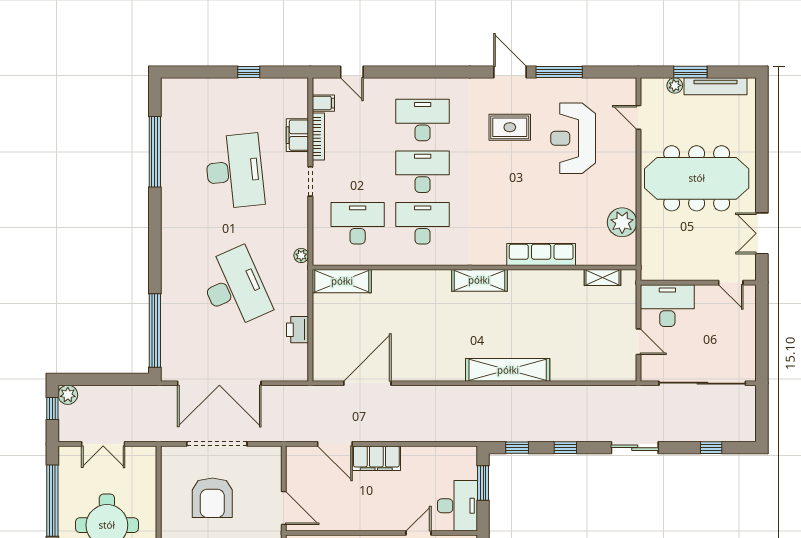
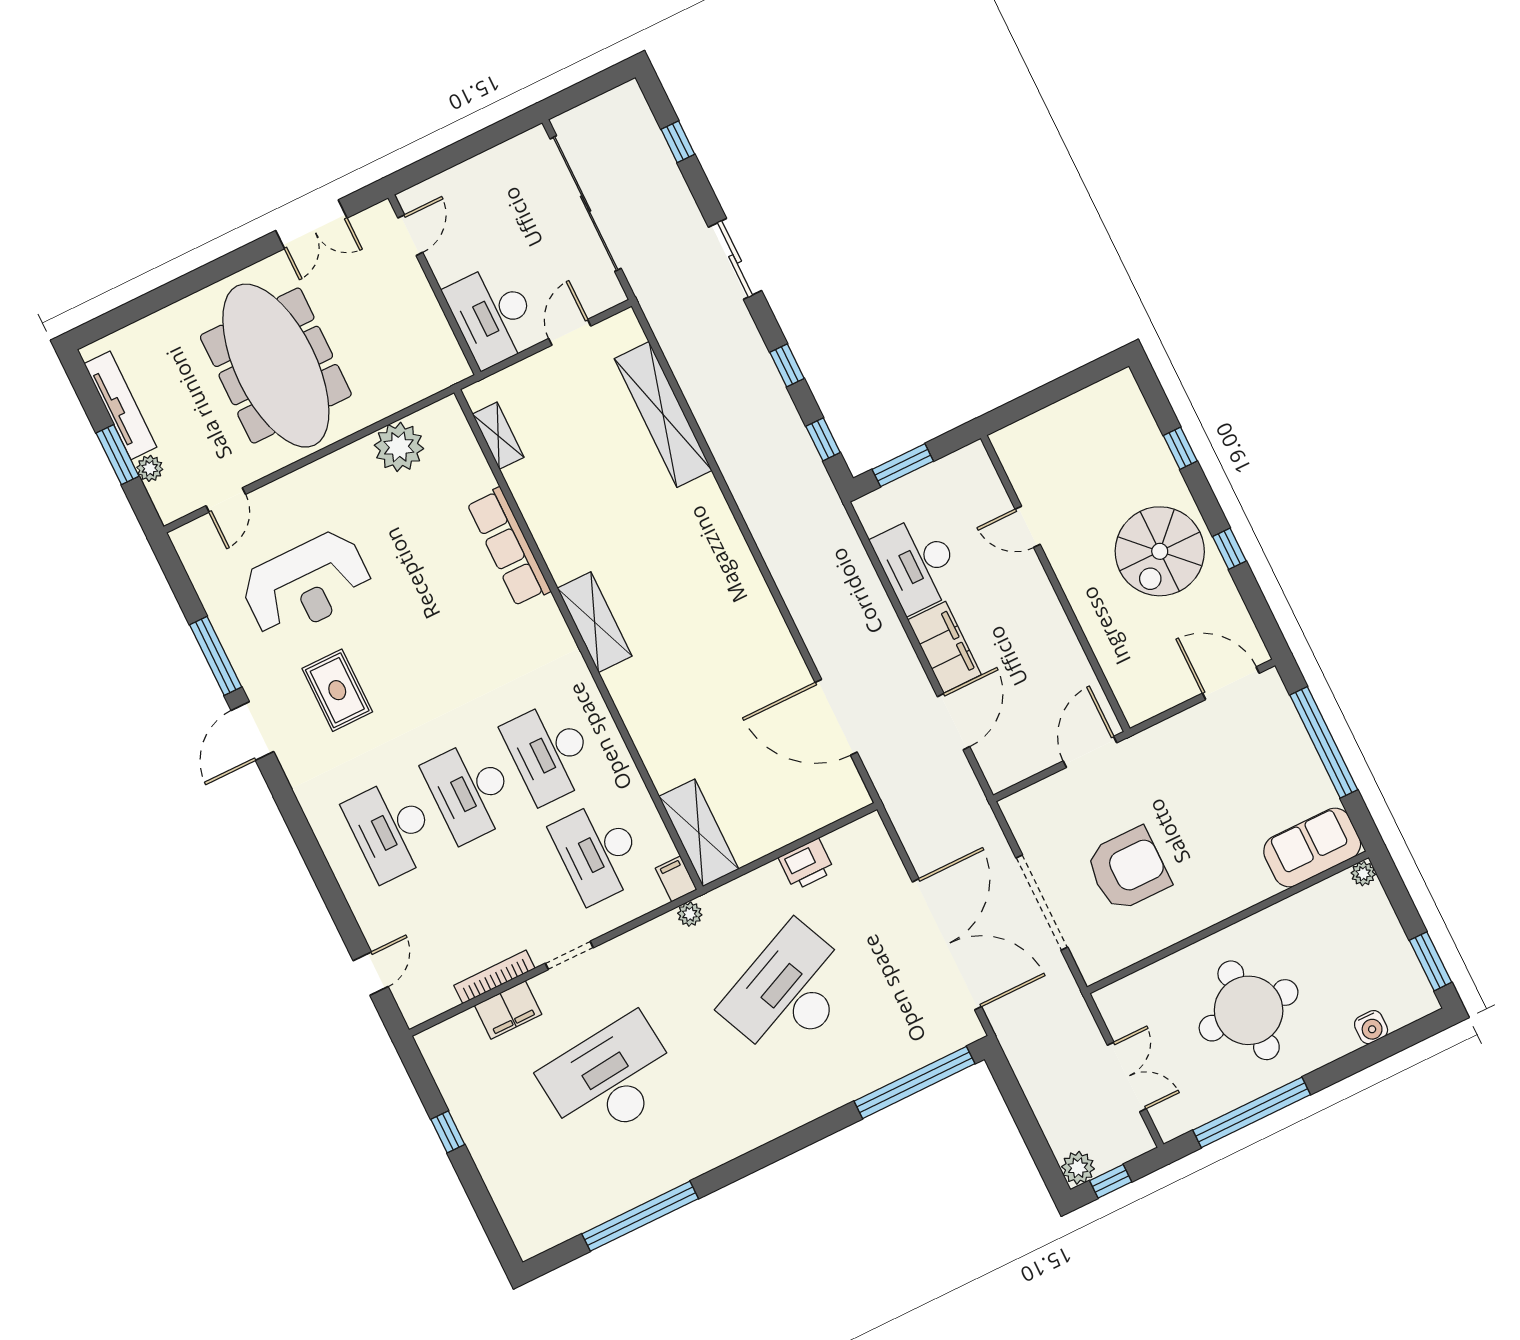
filing cabinet: (323, 103) -> (676, 879), moved
shelving: (508, 370) -> (663, 414), moved
desk: (457, 506) -> (918, 564), moved, turned -90

